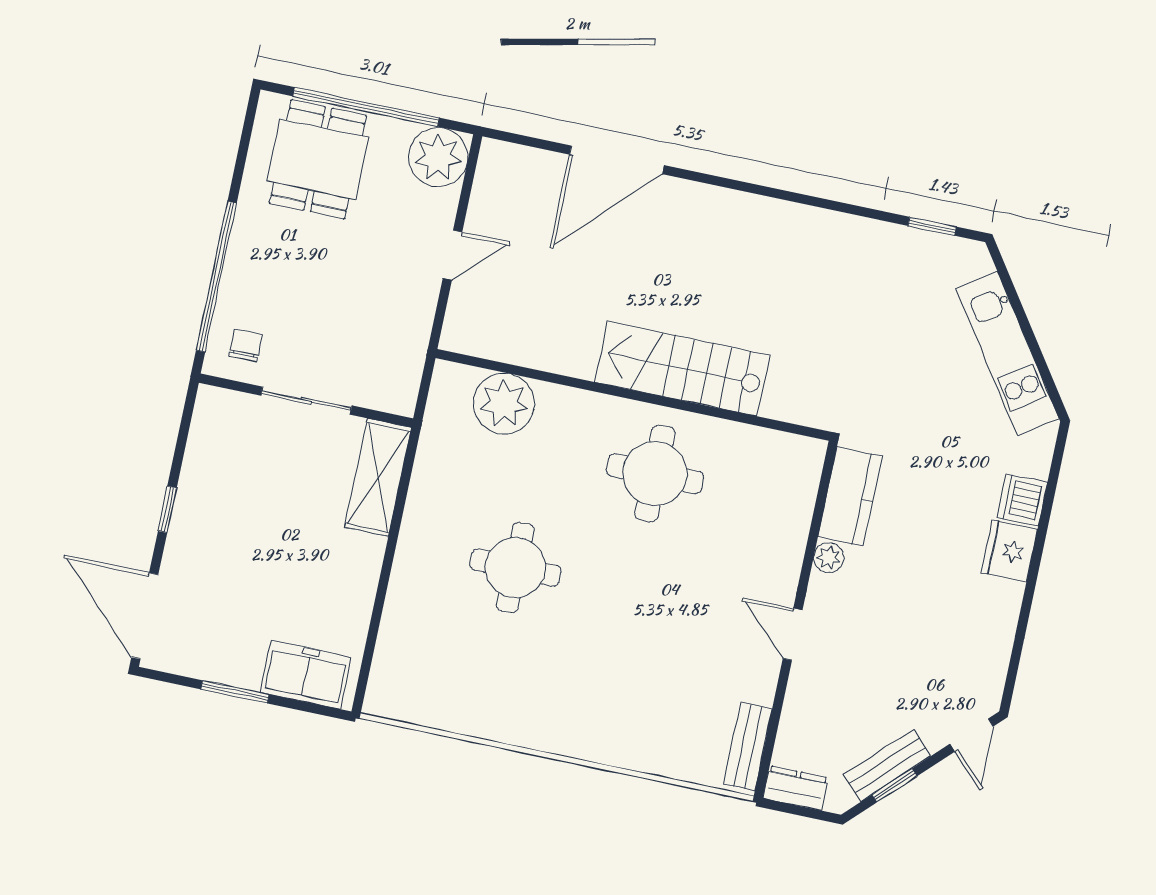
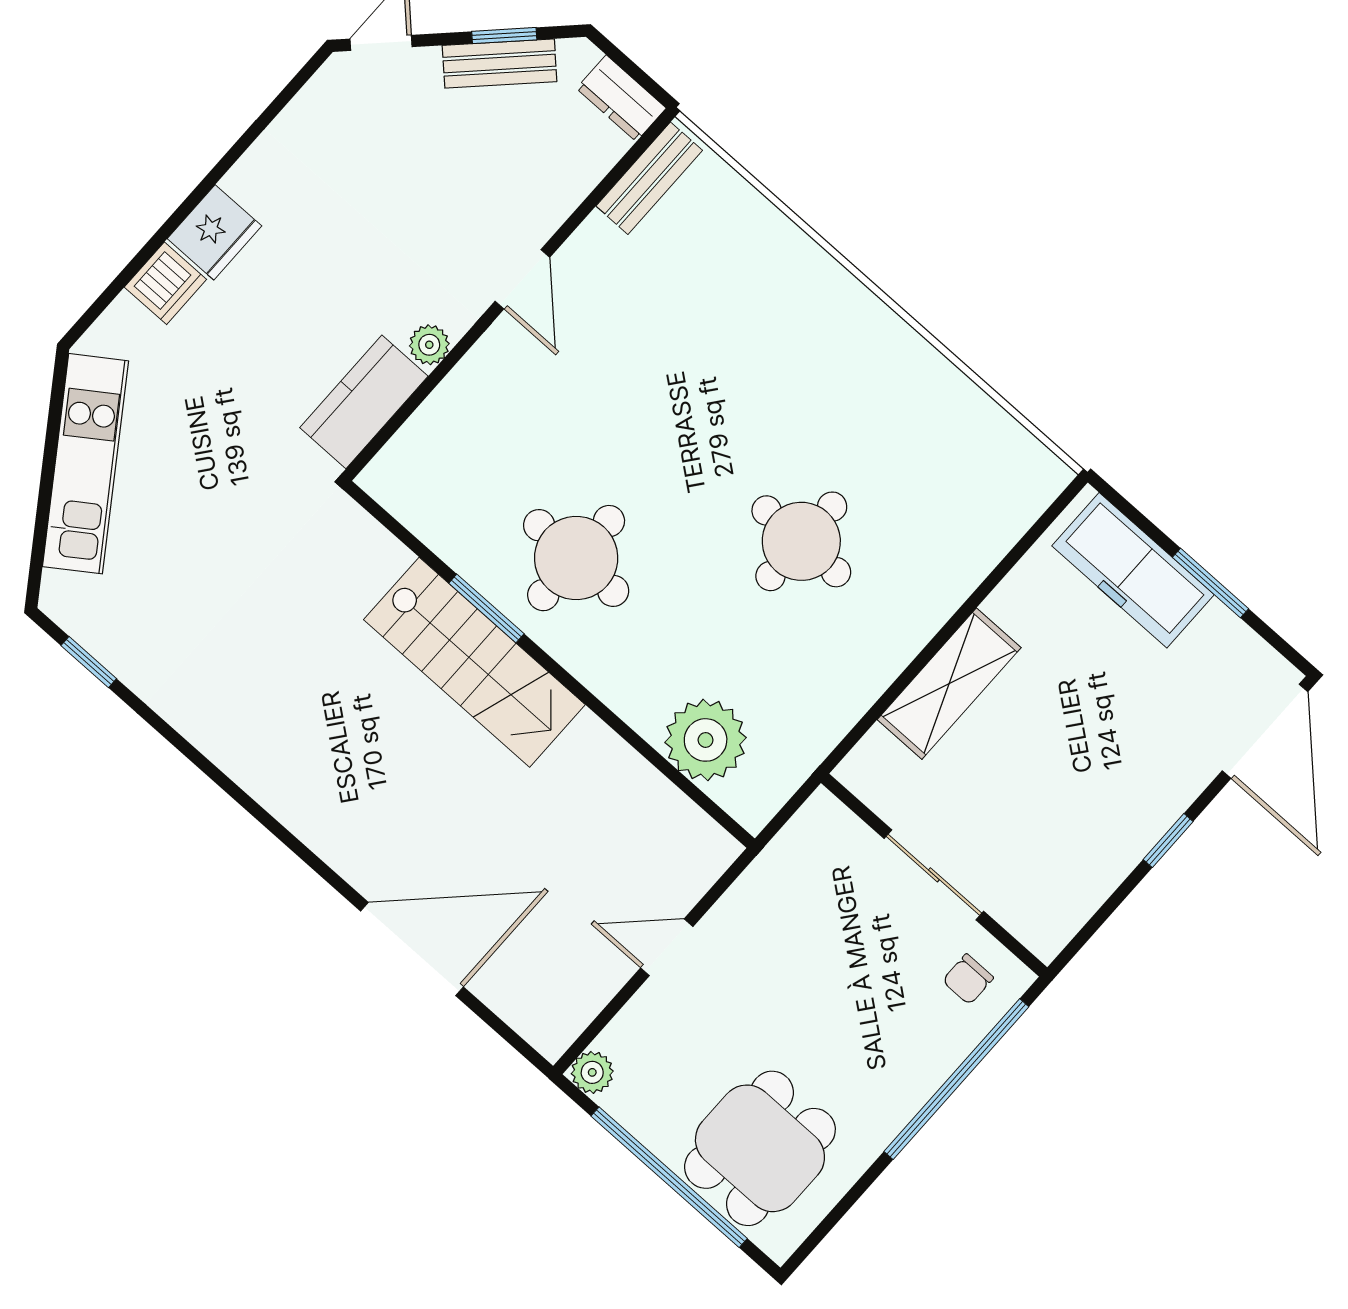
plant: (438, 157) -> (592, 1072), width x0.53, depth x0.53
window: (694, 408) -> (486, 608), added
shelving: (378, 477) -> (949, 684), moved
freezer: (306, 675) -> (1133, 570), width x1.40

